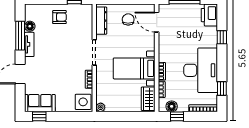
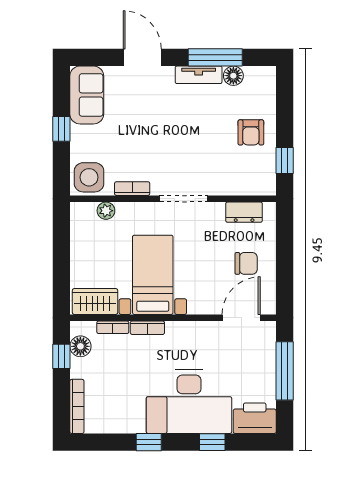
dresser: (101, 21) -> (244, 212), width x0.70
desk: (201, 70) -> (189, 402), moved
window: (222, 89) -> (149, 442), moved
plant: (101, 107) -> (106, 211), moved
window: (39, 116) -> (61, 129), moved

